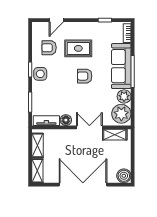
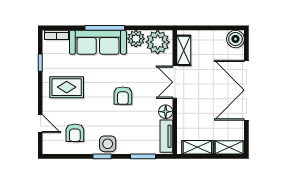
rug: (78, 48) -> (67, 87), moved, turned 90
armchair: (85, 76) -> (123, 96), moved

